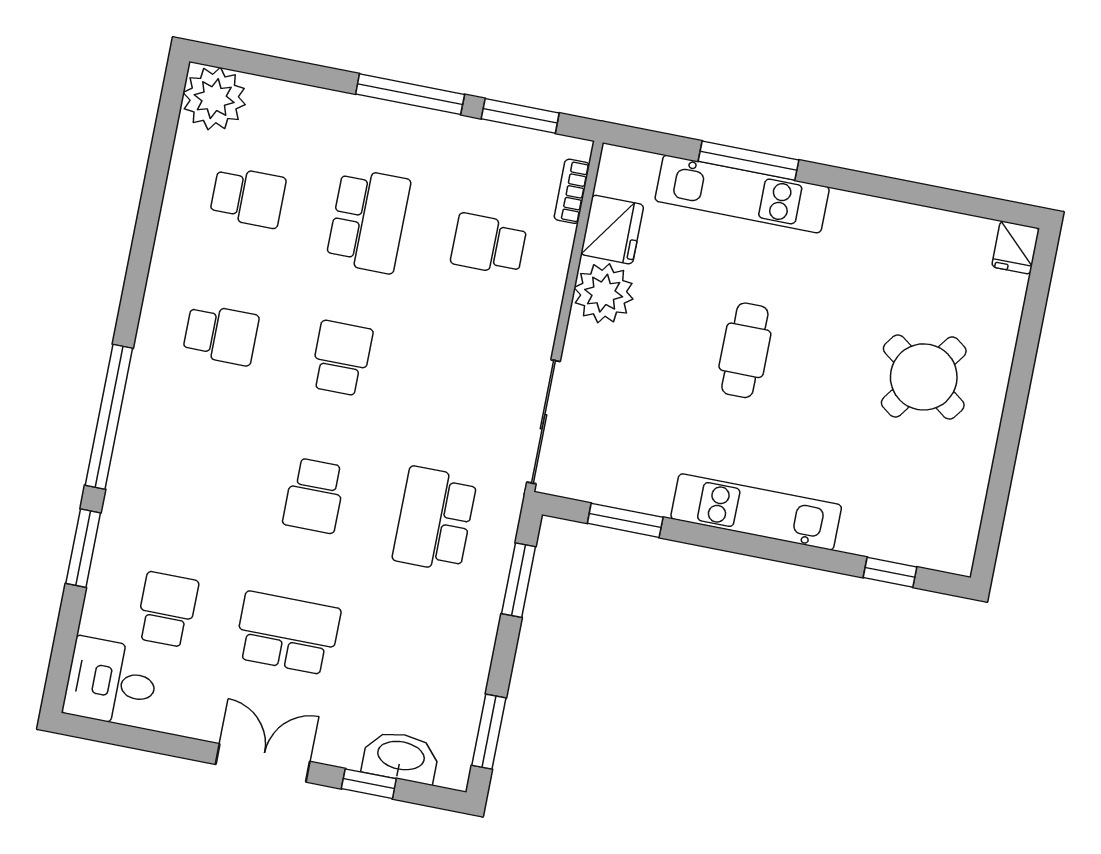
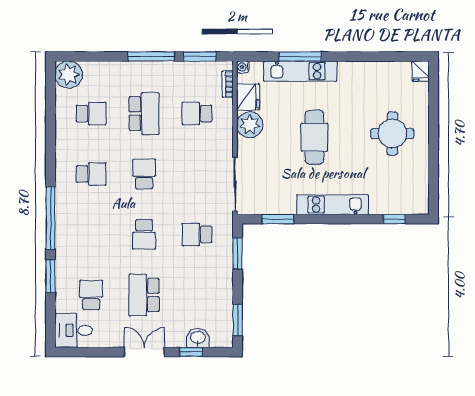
water cooler: (614, 159) -> (243, 67), added
cafe table: (745, 350) -> (314, 137), width x1.37, depth x1.35
round table: (924, 377) -> (392, 134), turned -36
school desk: (435, 519) -> (197, 234), width x0.54
school desk: (287, 633) -> (144, 295), turned -90
washbasin: (401, 757) -> (198, 338), width x0.72

